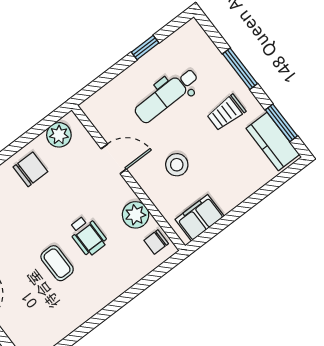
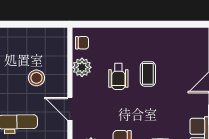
filing cabinet: (200, 218) -> (47, 38), removed
wheelchair: (87, 235) -> (118, 76), turned 180

